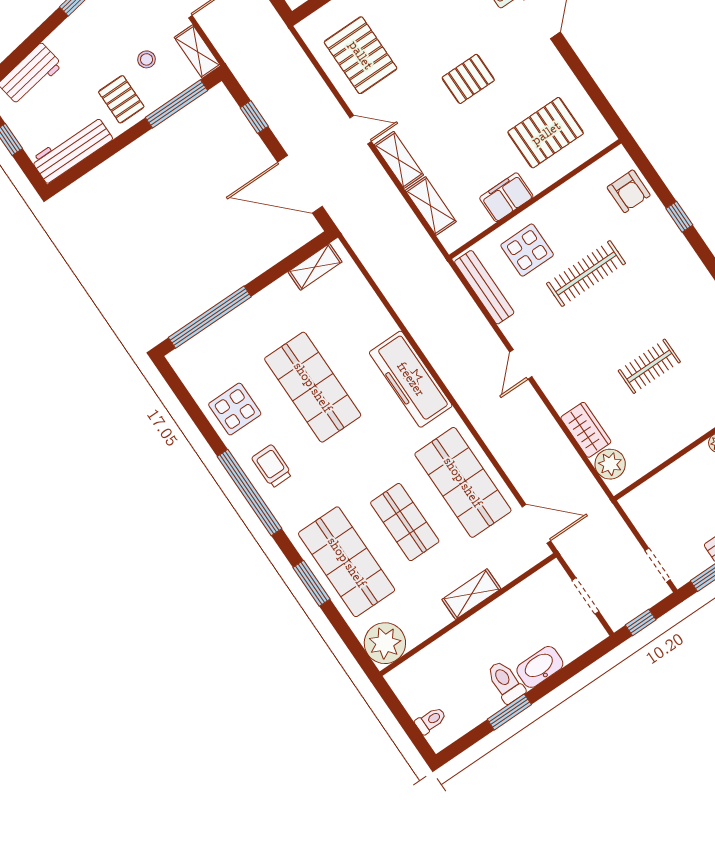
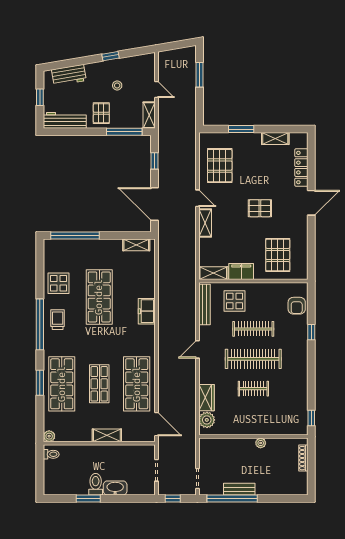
stool: (147, 59) -> (117, 85), moved
pallet: (546, 133) -> (278, 255), turned 90
shelving: (431, 206) -> (213, 273), moved, turned 90
clothes rail: (618, 320) -> (253, 359), added
freezer: (411, 379) -> (147, 311), width x0.52, depth x0.79
plant: (385, 643) -> (49, 436), width x0.53, depth x0.53
toilet: (431, 720) -> (51, 454), moved

